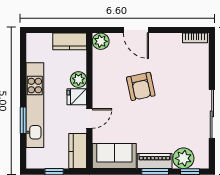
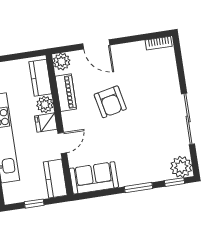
kitchen counter: (70, 41) -> (40, 78), moved, turned 90
plant: (183, 158) -> (181, 167), moved
piano: (155, 161) -> (66, 93), moved, turned 90

